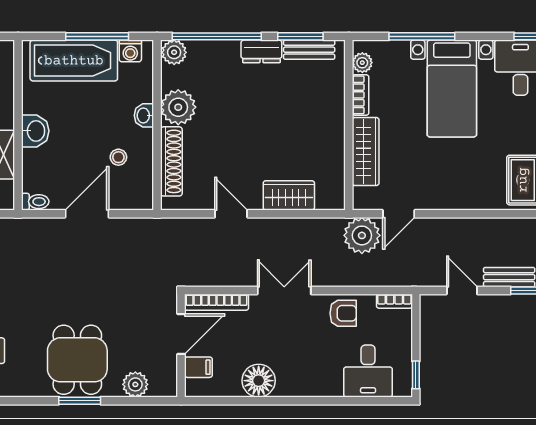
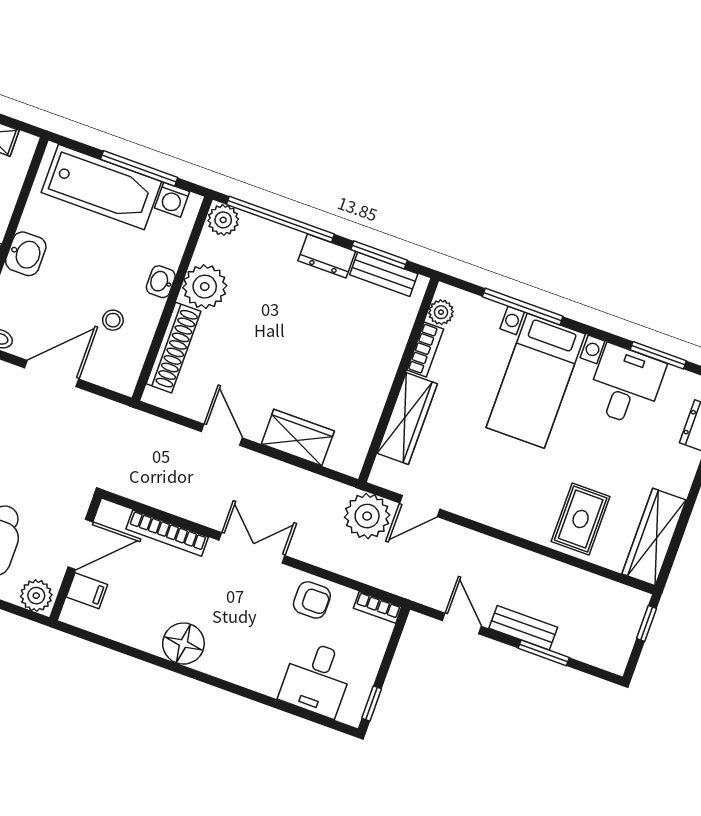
door: (181, 334) -> (80, 544), moved
wall: (181, 346) -> (76, 558), moved
filing cabinet: (198, 367) -> (87, 591), moved

